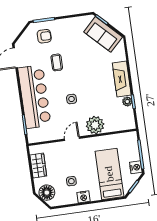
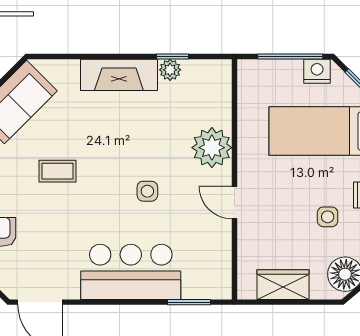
coffee table: (57, 62) -> (58, 171), moved
bar counter: (34, 97) -> (131, 272), width x0.73

